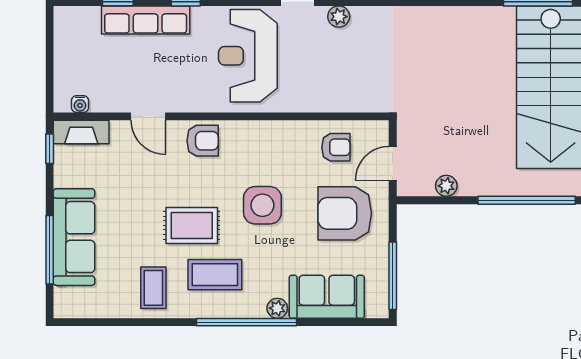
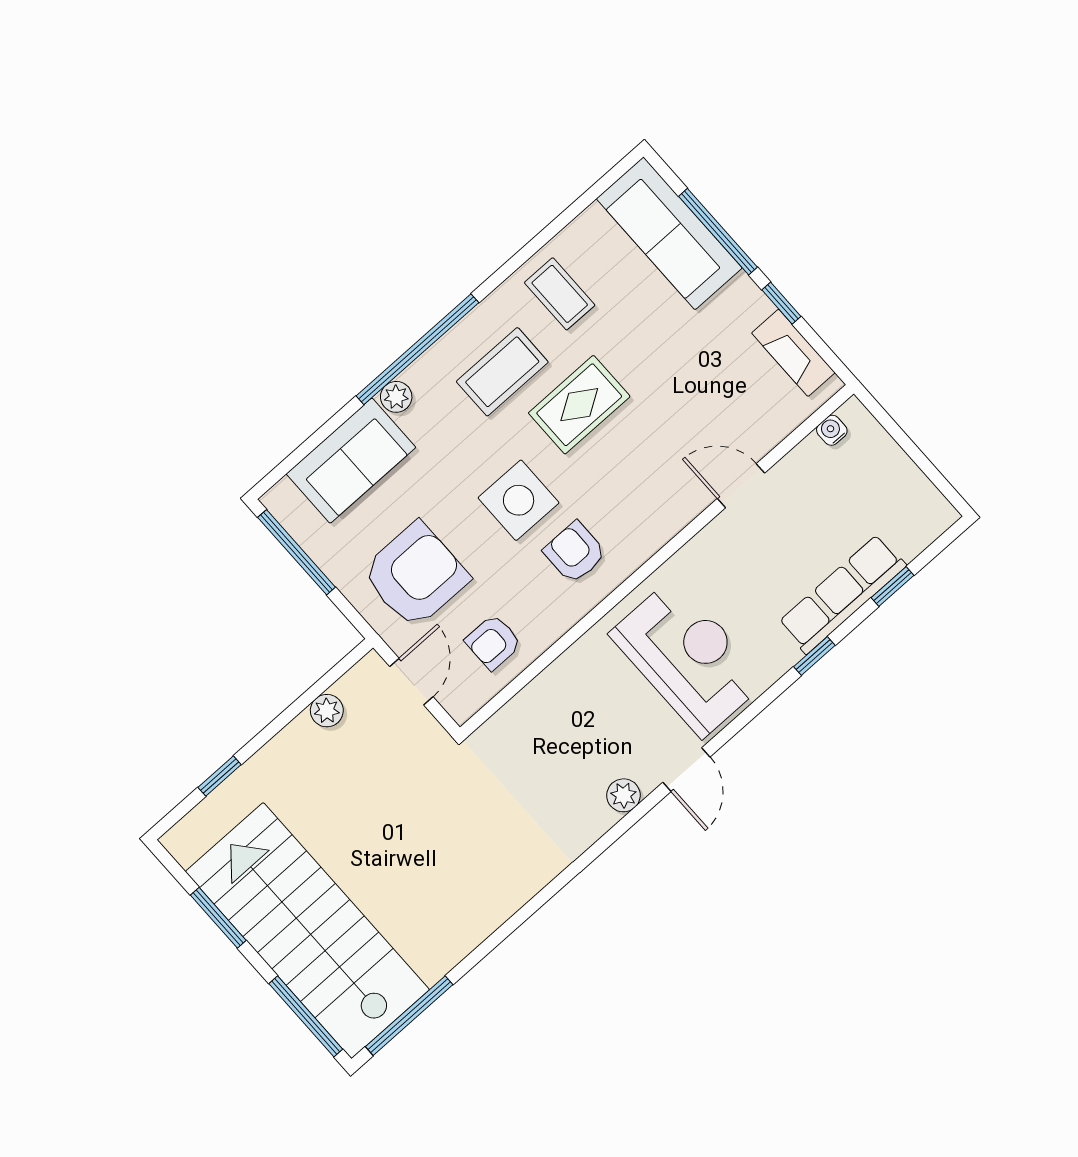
fireplace: (81, 132) -> (793, 353), moved, turned -90
armchair: (203, 141) -> (575, 552), moved, turned 90
window: (50, 149) -> (781, 303), moved
window: (527, 200) -> (220, 776), width x0.32
sofa: (74, 237) -> (669, 233), moved

